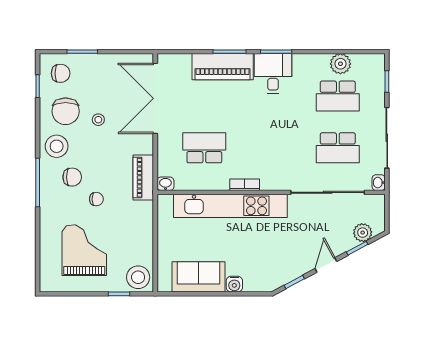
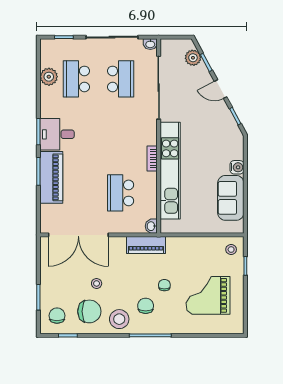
school desk: (338, 96) -> (76, 79), turned 180
stool: (138, 277) -> (231, 250), width x0.53, depth x0.53

